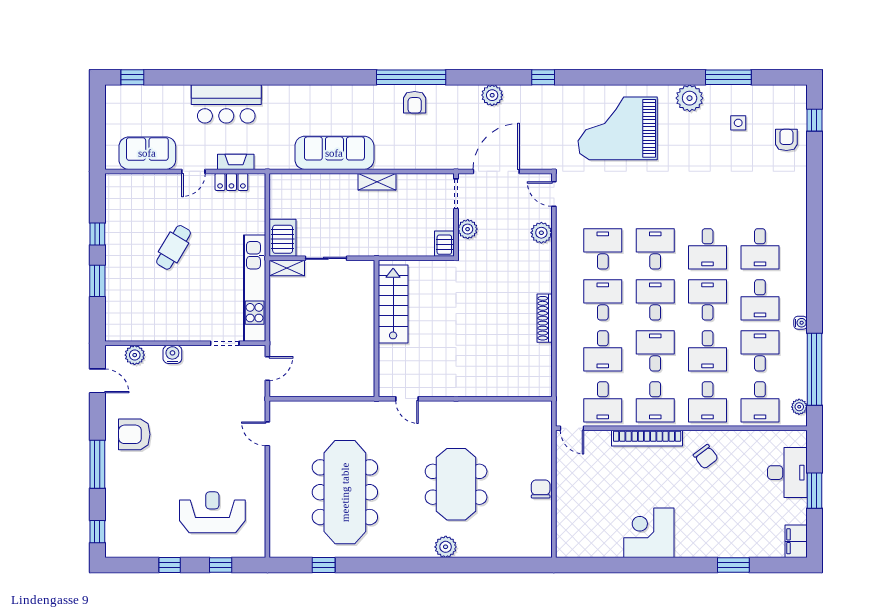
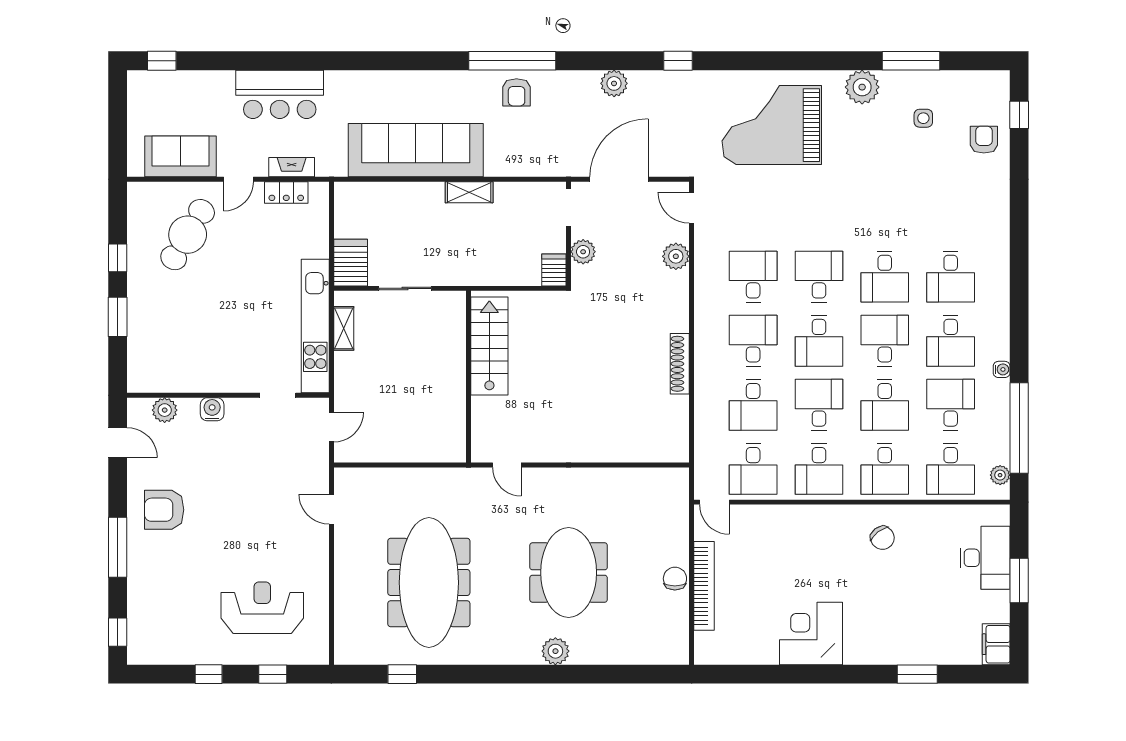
sofa: (334, 153) -> (416, 150), width x1.36, depth x1.27
cafe table: (174, 247) -> (188, 235), moved, width x1.37, depth x1.35
shelving: (287, 268) -> (344, 328), moved, turned 90
desk: (655, 300) -> (819, 341), turned 180
bookcase: (647, 438) -> (704, 586), moved, turned -90

